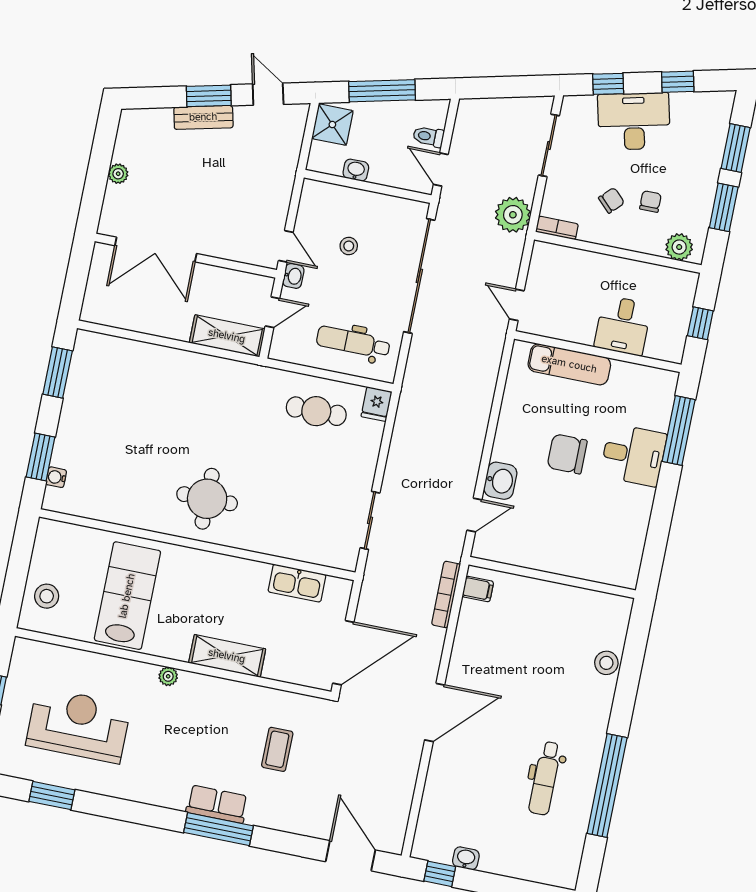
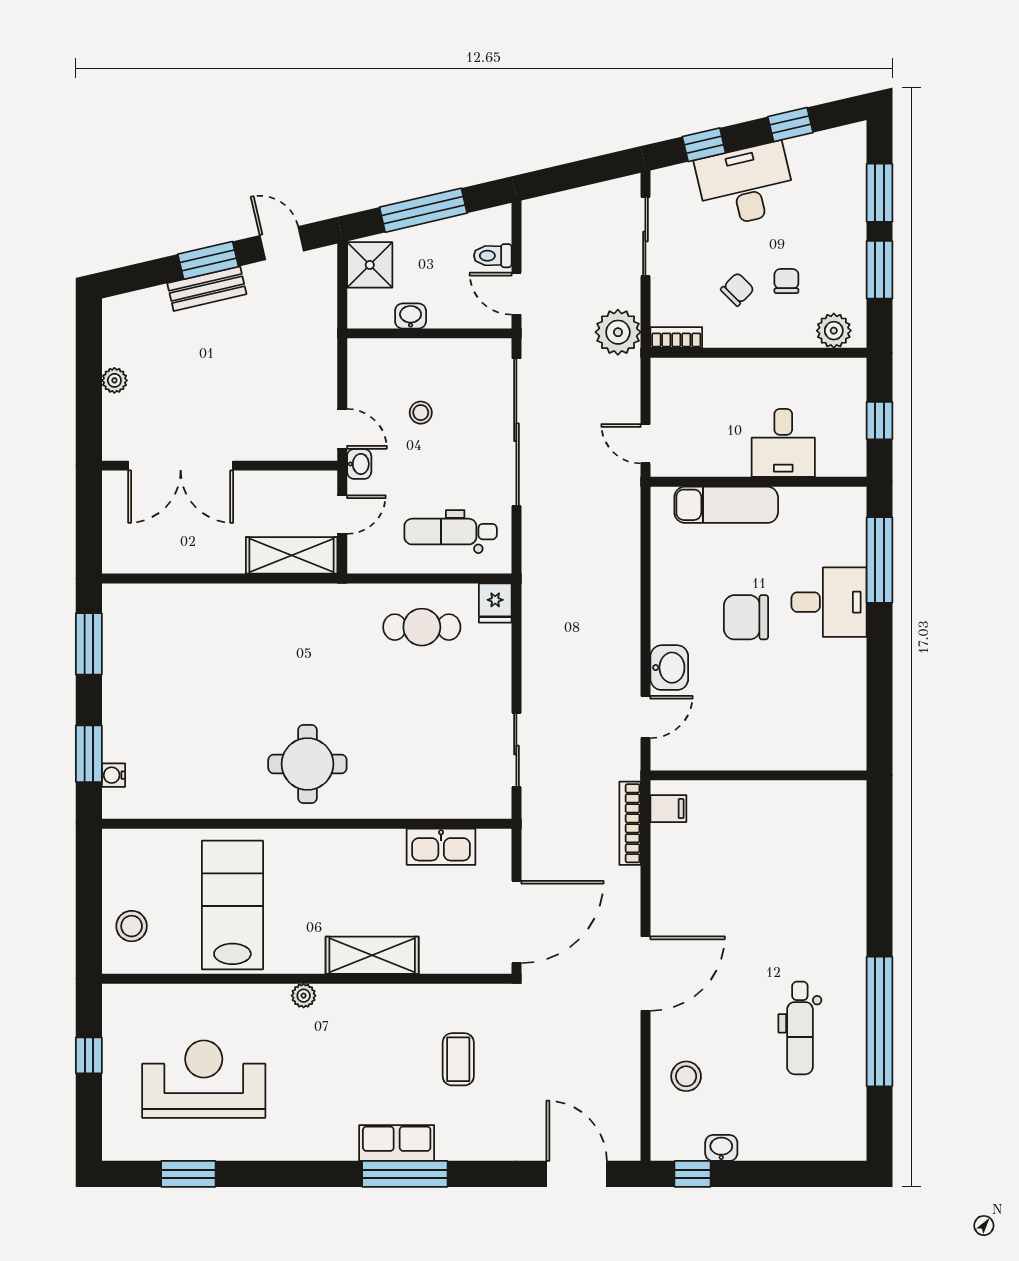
stool: (606, 663) -> (686, 1076), moved

